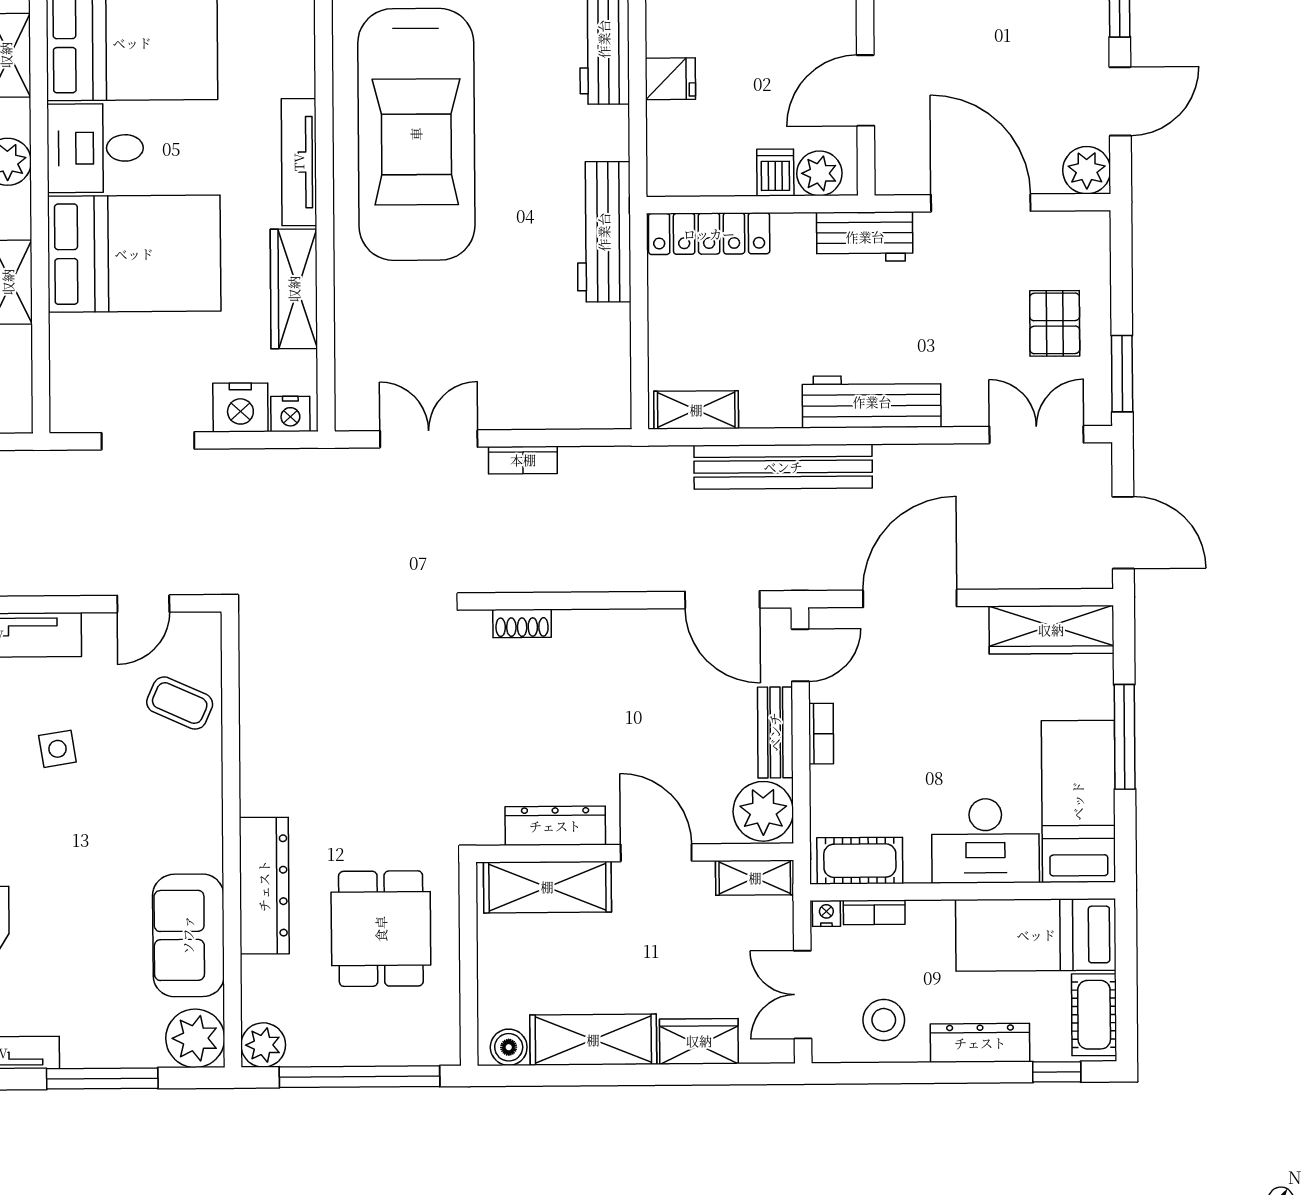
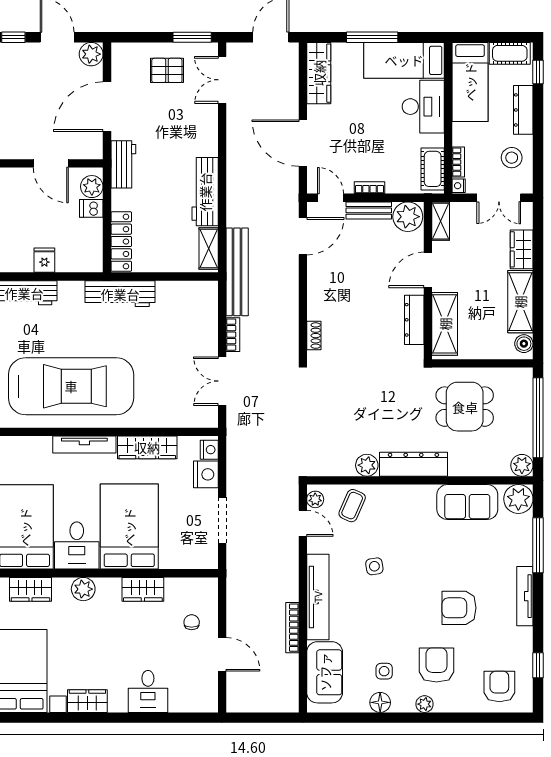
workbench: (872, 402) -> (205, 192), moved
bench: (783, 467) -> (237, 272), moved
plant: (192, 628) -> (315, 499), added
plant: (261, 732) -> (367, 465), added
dresser: (264, 886) -> (413, 464), moved

